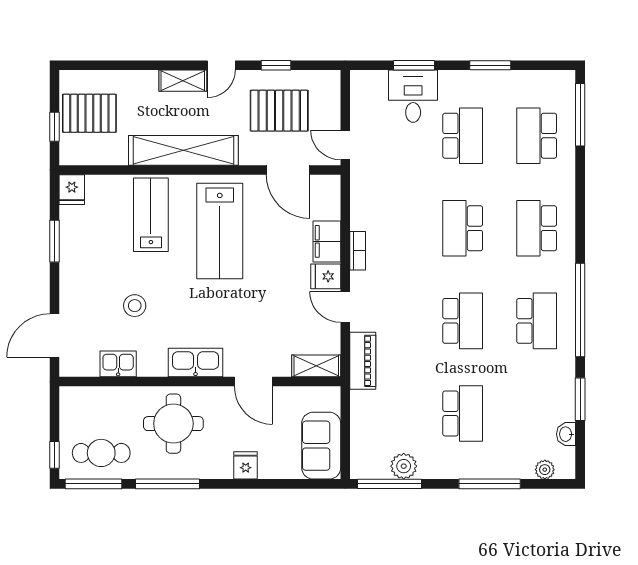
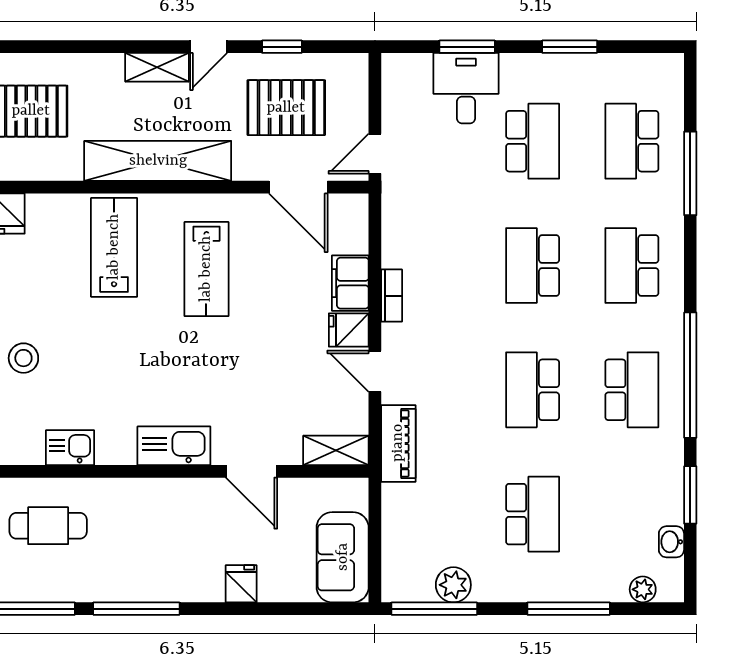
window: (580, 115) -> (690, 173), moved
door: (345, 145) -> (375, 154), hinge flipped
lab bench: (220, 231) -> (206, 269), width x0.73, depth x0.72
stool: (135, 306) -> (23, 358), moved
school desk: (463, 321) -> (533, 390), turned 180
round table: (173, 424) -> (144, 528), removed
cafe table: (101, 453) -> (48, 526), moved

